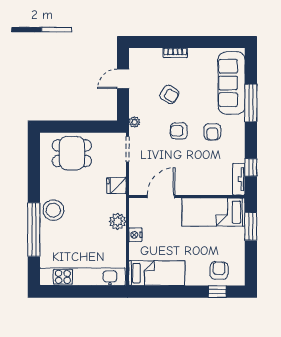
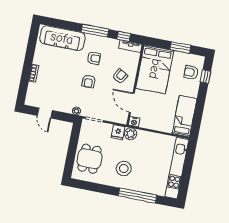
armchair: (169, 95) -> (120, 76), moved
window: (251, 103) -> (95, 31), moved
stool: (53, 210) -> (124, 168), moved
bed: (213, 212) -> (155, 69), width x1.50
plant: (118, 221) -> (131, 134), moved
window: (251, 226) -> (180, 47), moved
nightstand: (135, 235) -> (134, 122), moved

